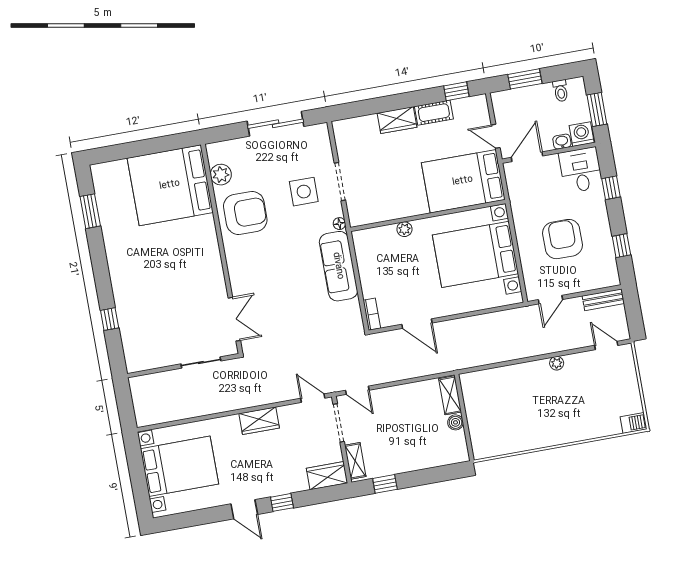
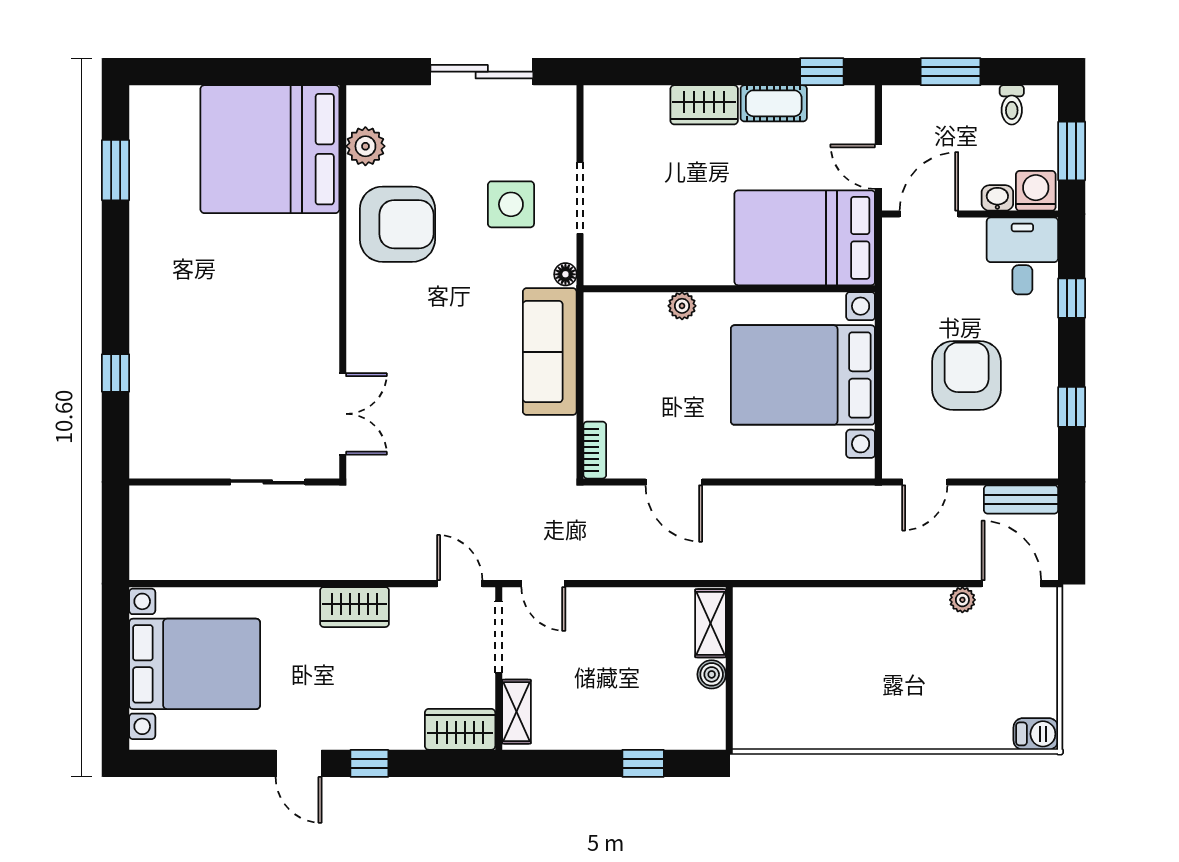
door: (606, 345) -> (1011, 584), width x1.38
plant: (557, 363) -> (962, 600), moved
window: (385, 484) -> (643, 763), moved

